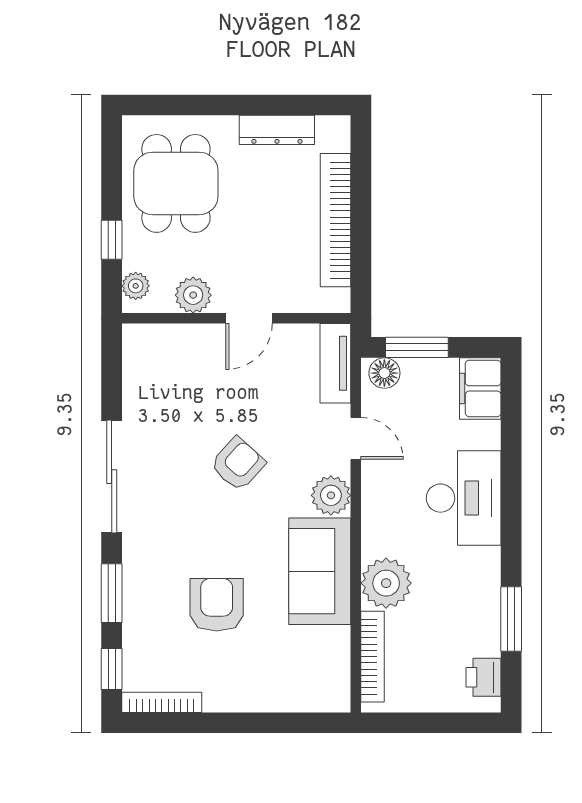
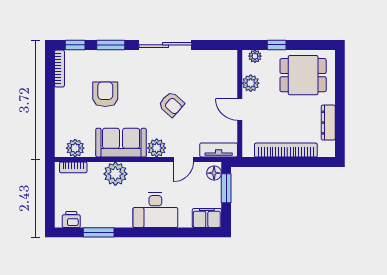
armchair: (217, 605) -> (105, 94), turned -90
bookcase: (373, 657) -> (73, 167), width x0.64
plant: (331, 669) -> (75, 148), added

